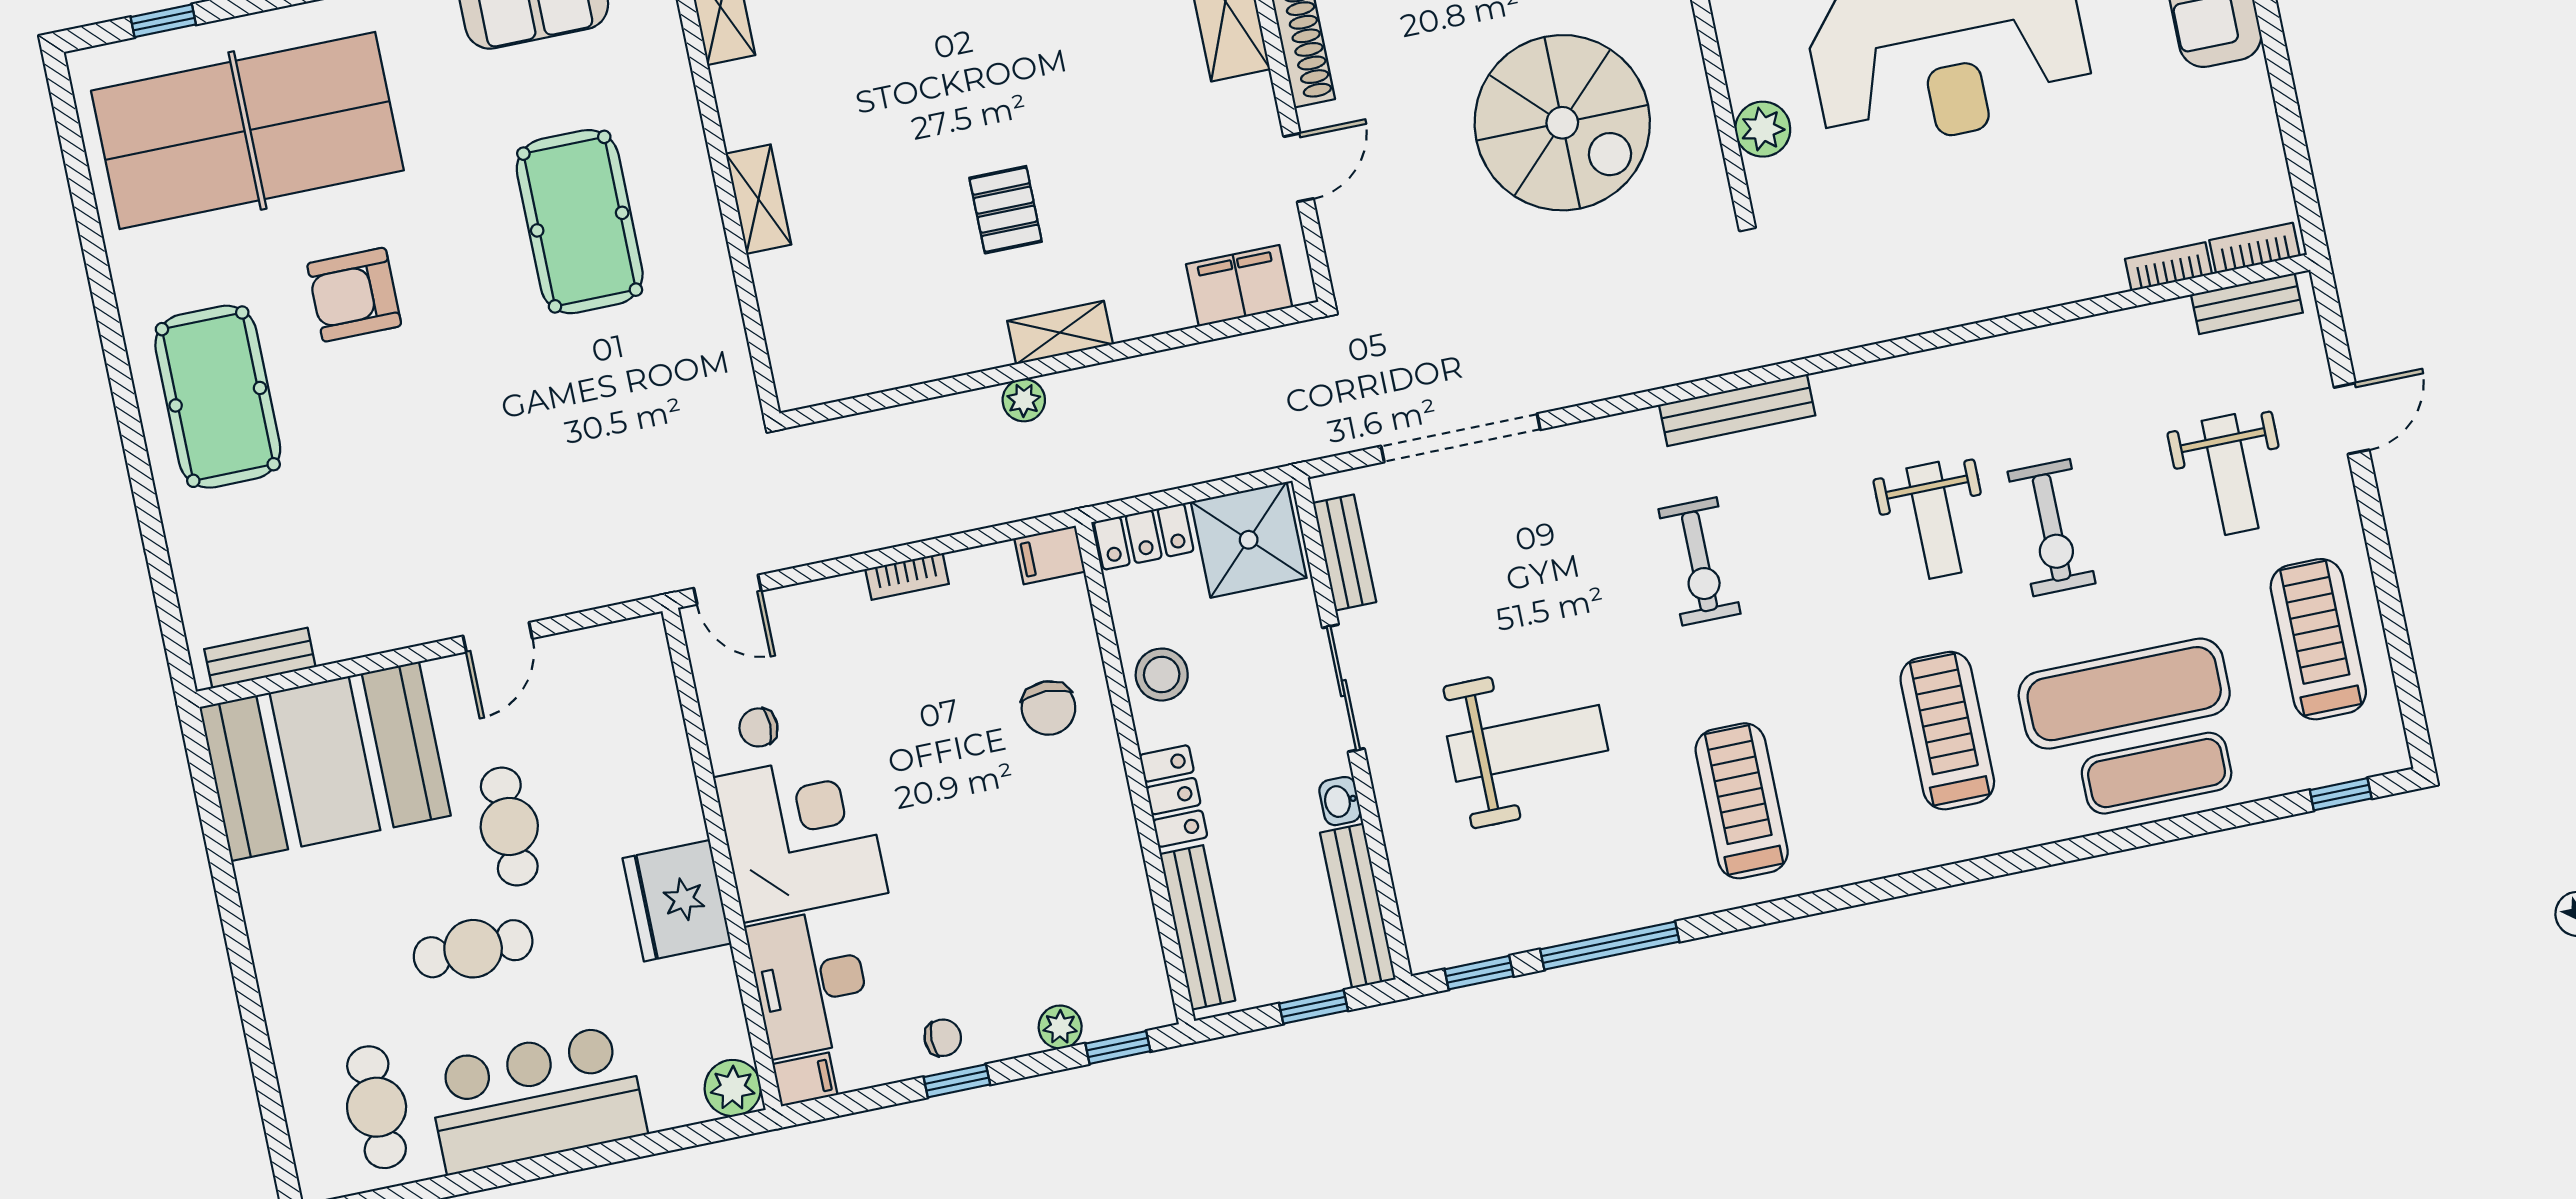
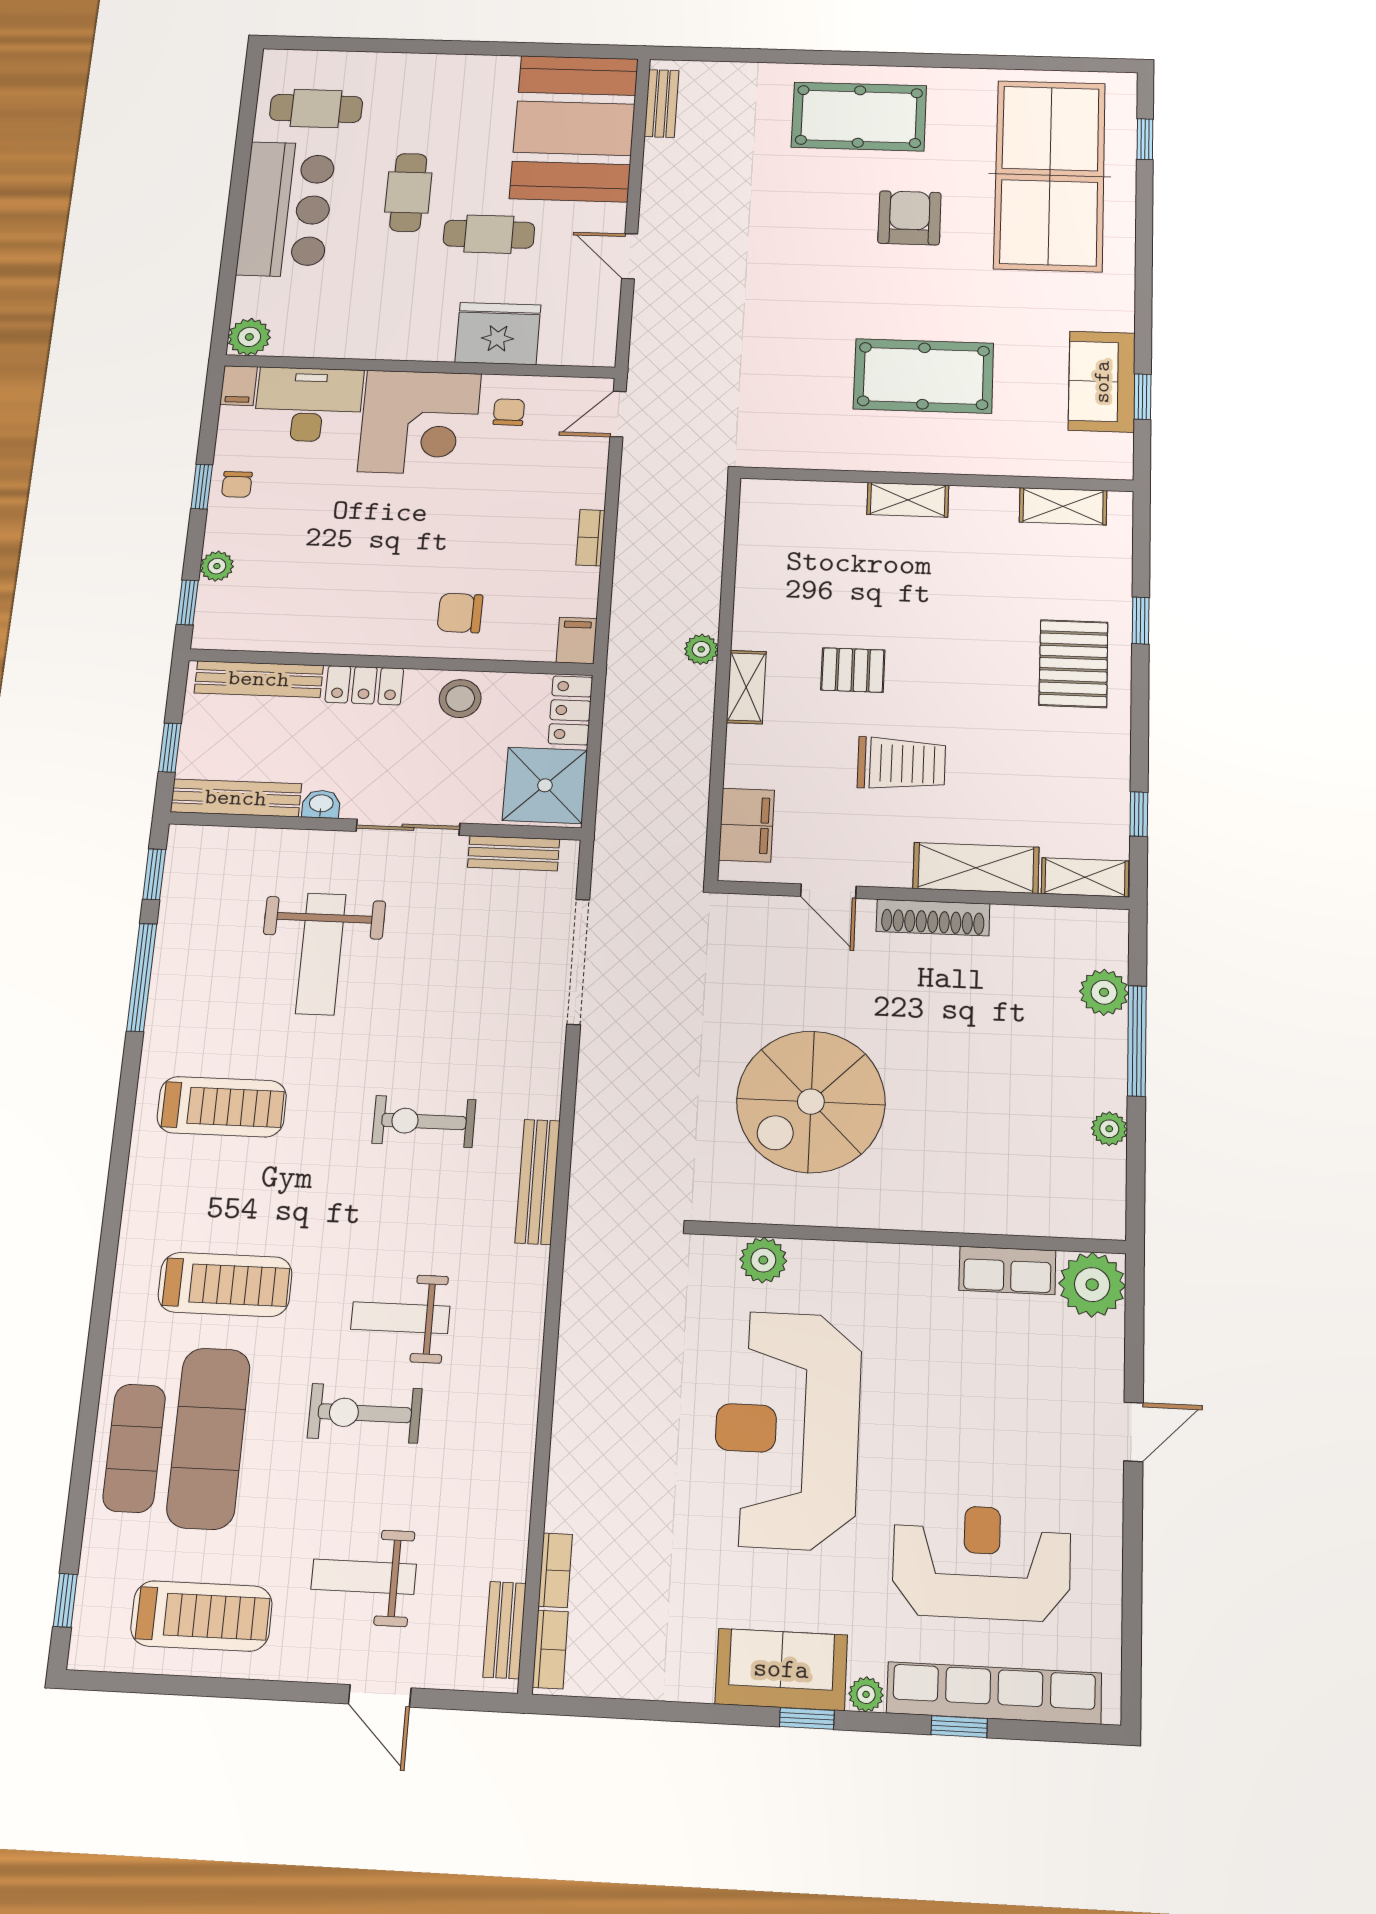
trolley: (1114, 121) -> (901, 764), added
fridge: (677, 901) -> (498, 334), moved

